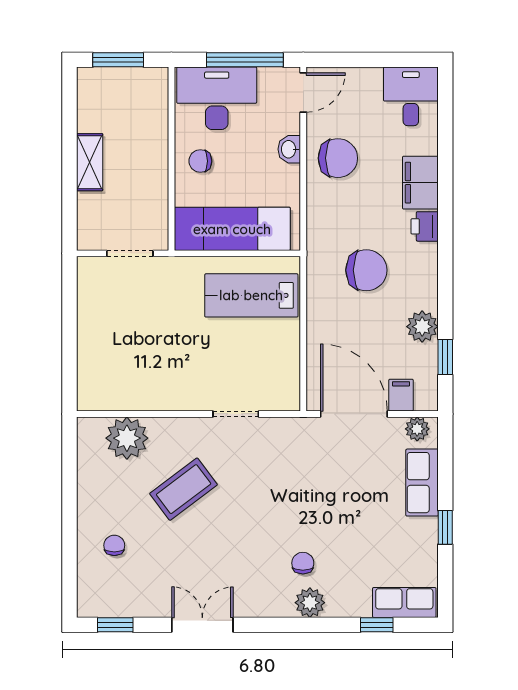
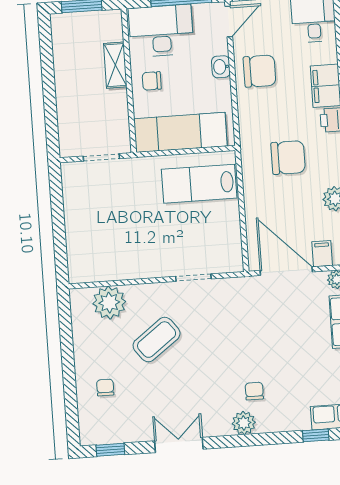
shelving: (90, 162) -> (115, 65), moved
plant: (310, 603) -> (244, 423), moved

